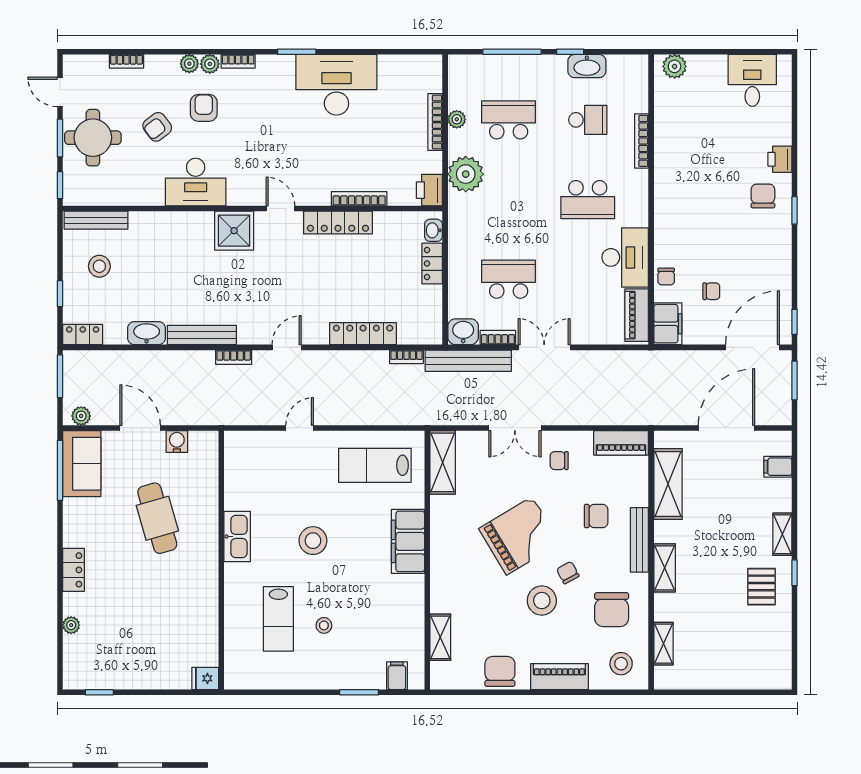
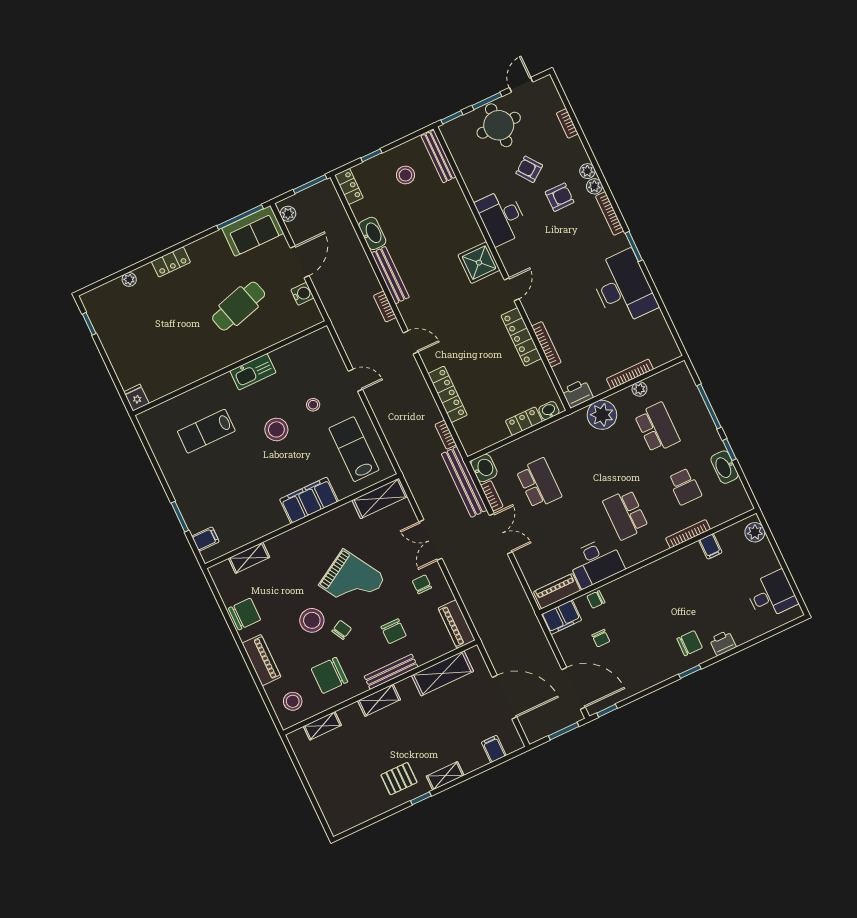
bookcase: (238, 61) -> (610, 214), width x1.56
filing cabinet: (667, 123) -> (710, 546), added
stool: (324, 625) -> (313, 405), moved

